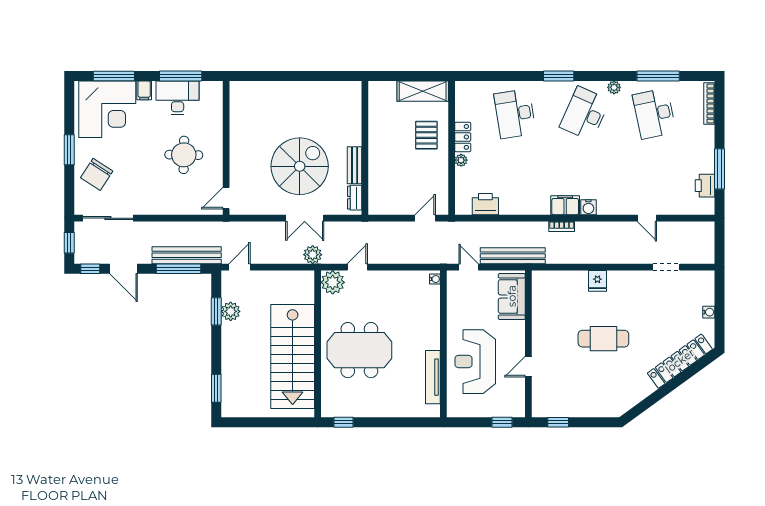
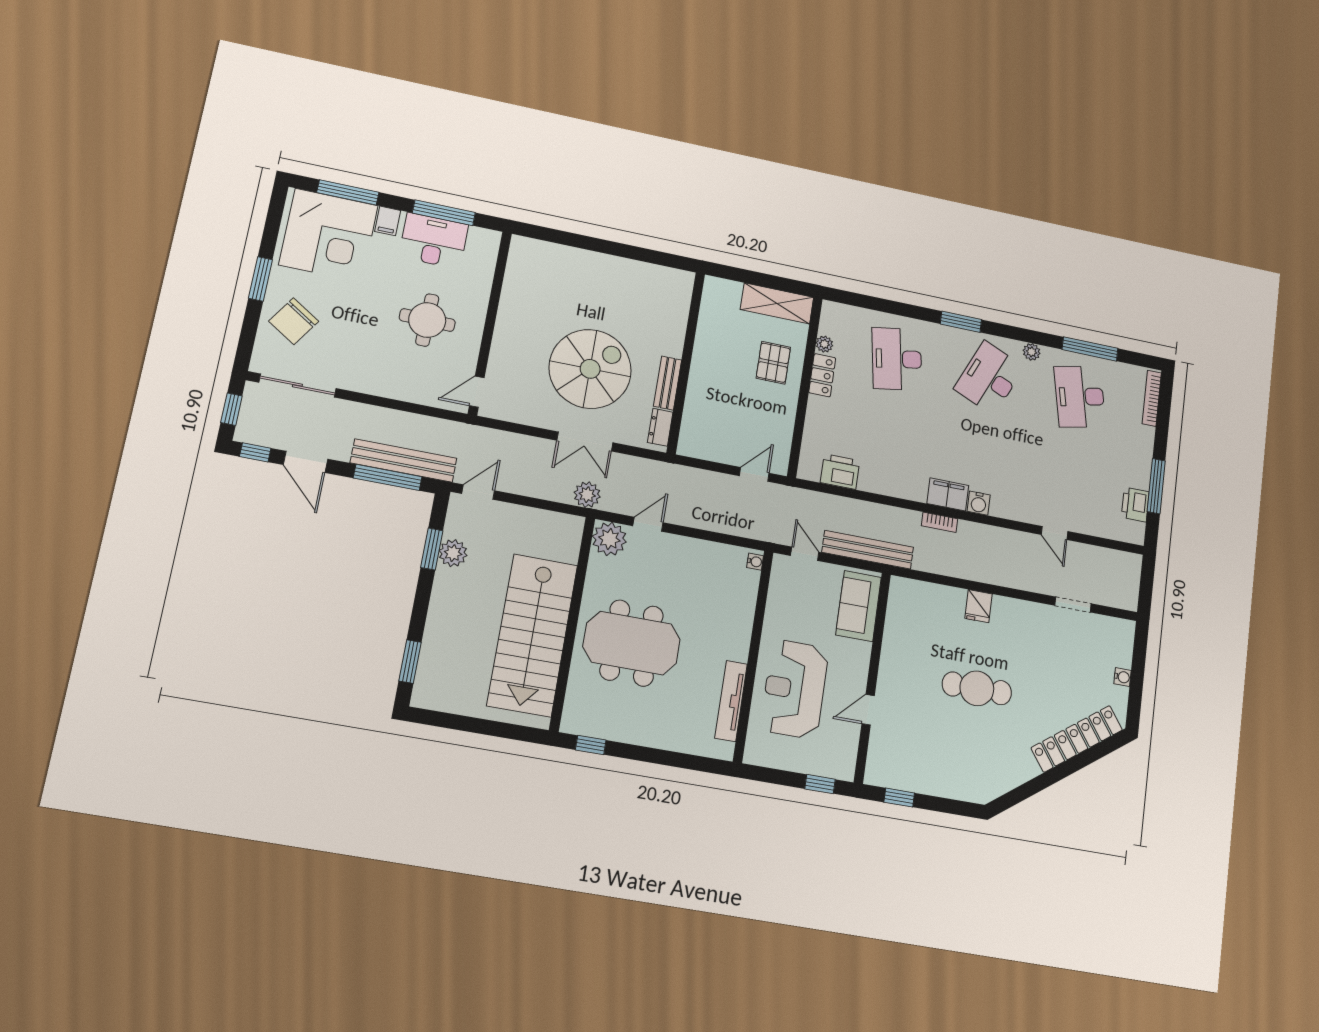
plant: (461, 160) -> (824, 344), moved

